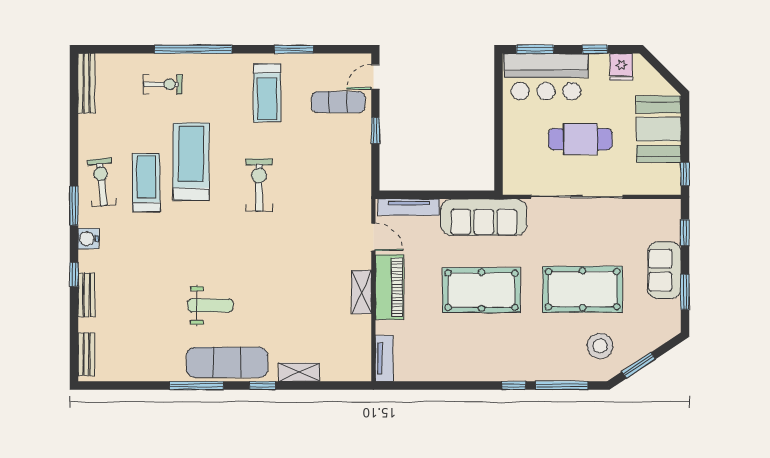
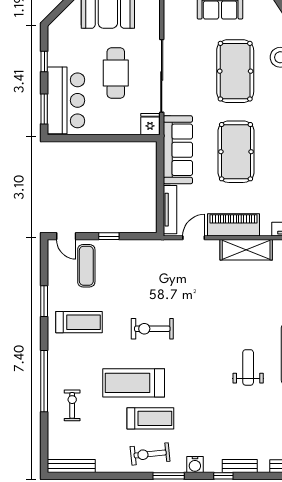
fridge: (621, 67) -> (150, 124), moved, turned -90
treadmill: (146, 183) -> (150, 418), turned 180
shelving: (361, 292) -> (246, 250), width x1.50, depth x1.33

